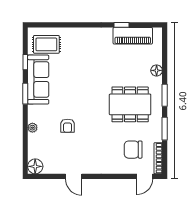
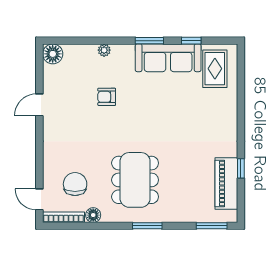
floor lamp: (157, 70) -> (93, 215), moved
window: (165, 129) -> (212, 226), moved

